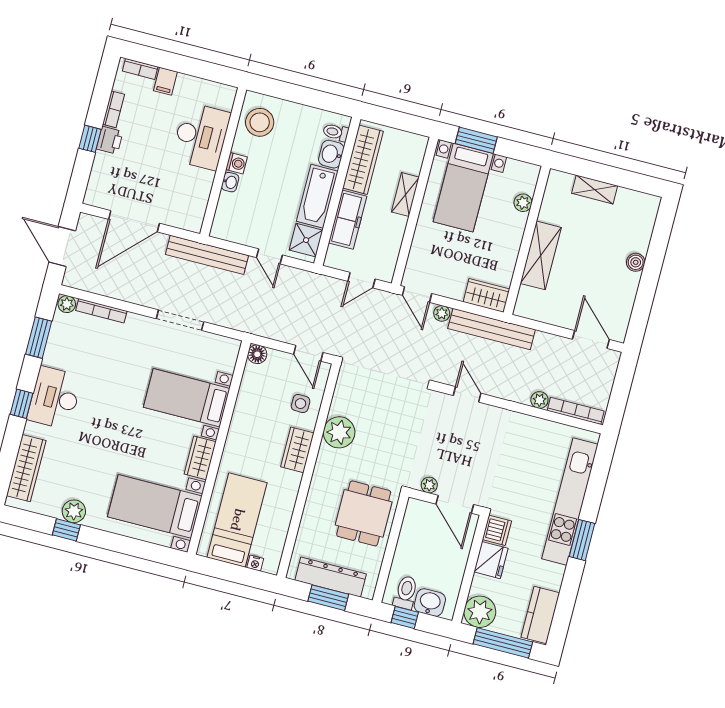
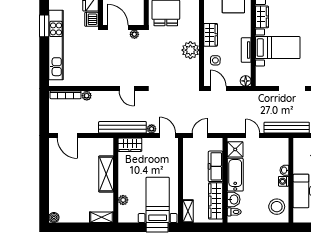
shelving: (595, 189) -> (102, 217), moved
shelving: (405, 195) -> (188, 211), moved
boiler: (636, 262) -> (54, 217), moved
tv unit: (242, 408) -> (246, 50), added

